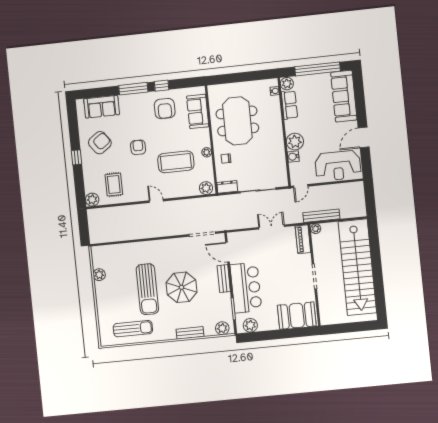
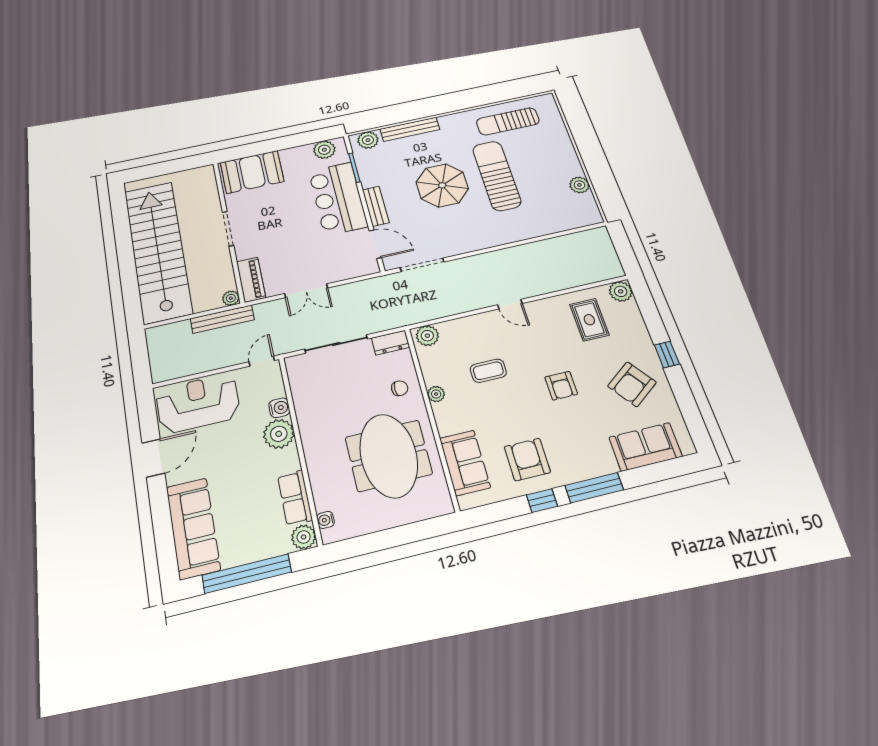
coffee table: (176, 162) -> (488, 371), width x0.54, depth x0.58
bench: (190, 333) -> (410, 129), width x1.36

